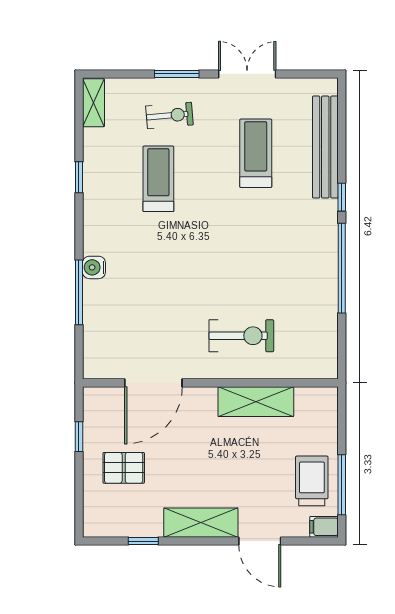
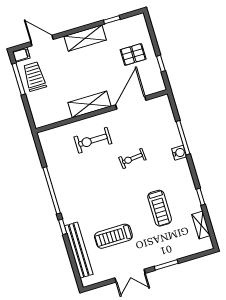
shelving: (93, 103) -> (201, 225), moved
exercise bike: (169, 115) -> (132, 159), moved
treadmill: (256, 153) -> (113, 236), turned 90
shelving: (256, 402) -> (89, 104), moved
trolley: (312, 481) -> (34, 76), turned 180
door: (260, 541) -> (42, 41), moved

